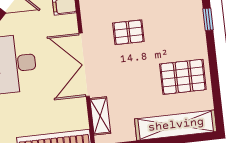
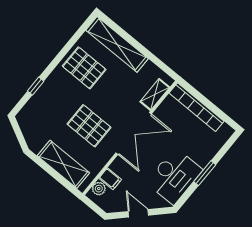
pallet: (128, 32) -> (89, 126), width x1.50, depth x1.42

